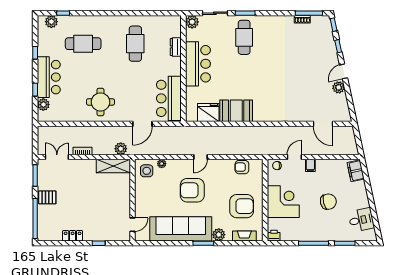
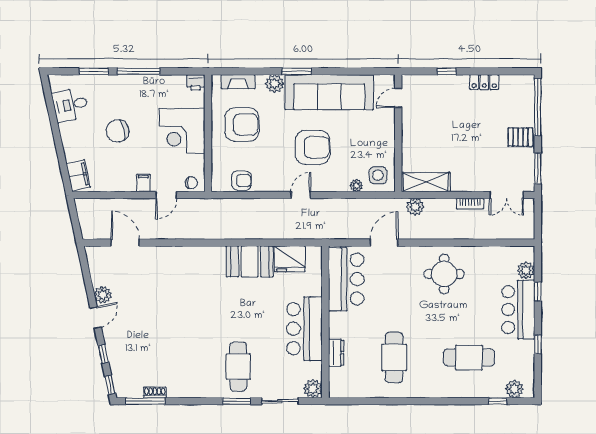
armchair: (242, 206) -> (242, 125), turned 180

